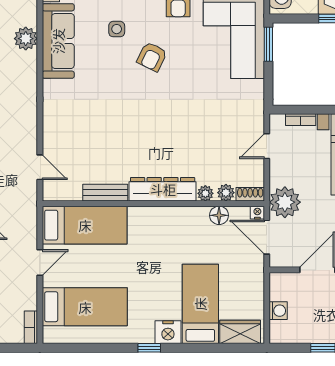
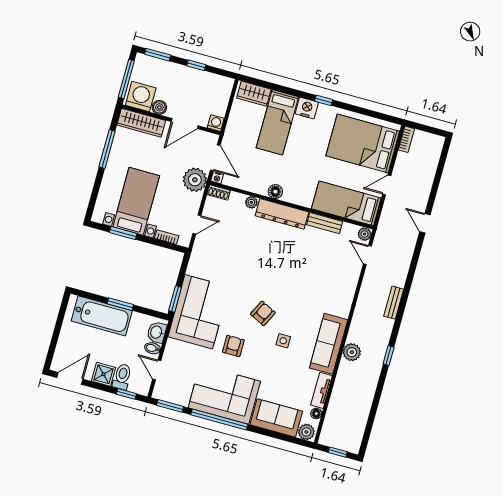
plant: (226, 193) -> (365, 234), moved
floor lamp: (219, 215) -> (275, 192), moved
bed: (85, 307) -> (363, 144), width x1.50
washing machine: (278, 311) -> (216, 123), moved, turned 90

